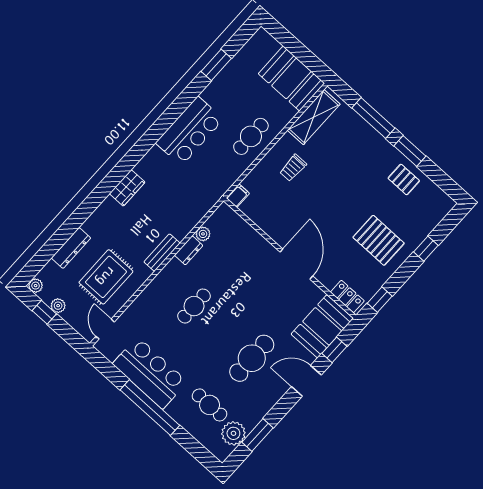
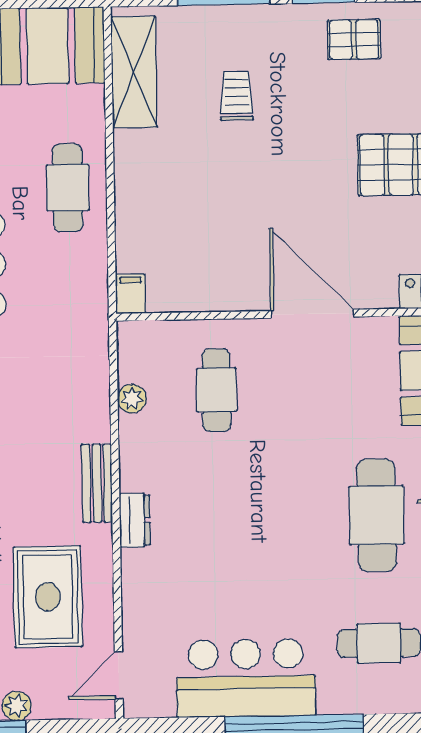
trolley: (293, 168) -> (237, 96), moved, turned 180
dresser: (189, 250) -> (135, 520), moved
cafe table: (194, 306) -> (216, 390), moved
door: (105, 329) -> (119, 675), hinge flipped

